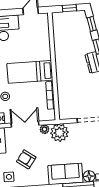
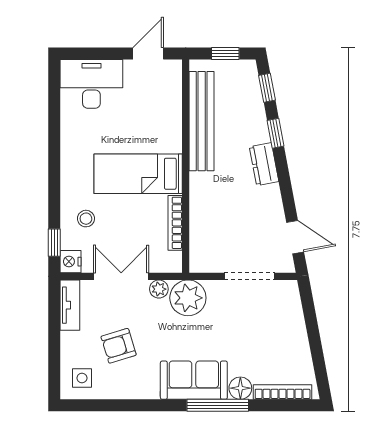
bench: (60, 43) -> (202, 121), added
armchair: (26, 159) -> (119, 346), turned -53

